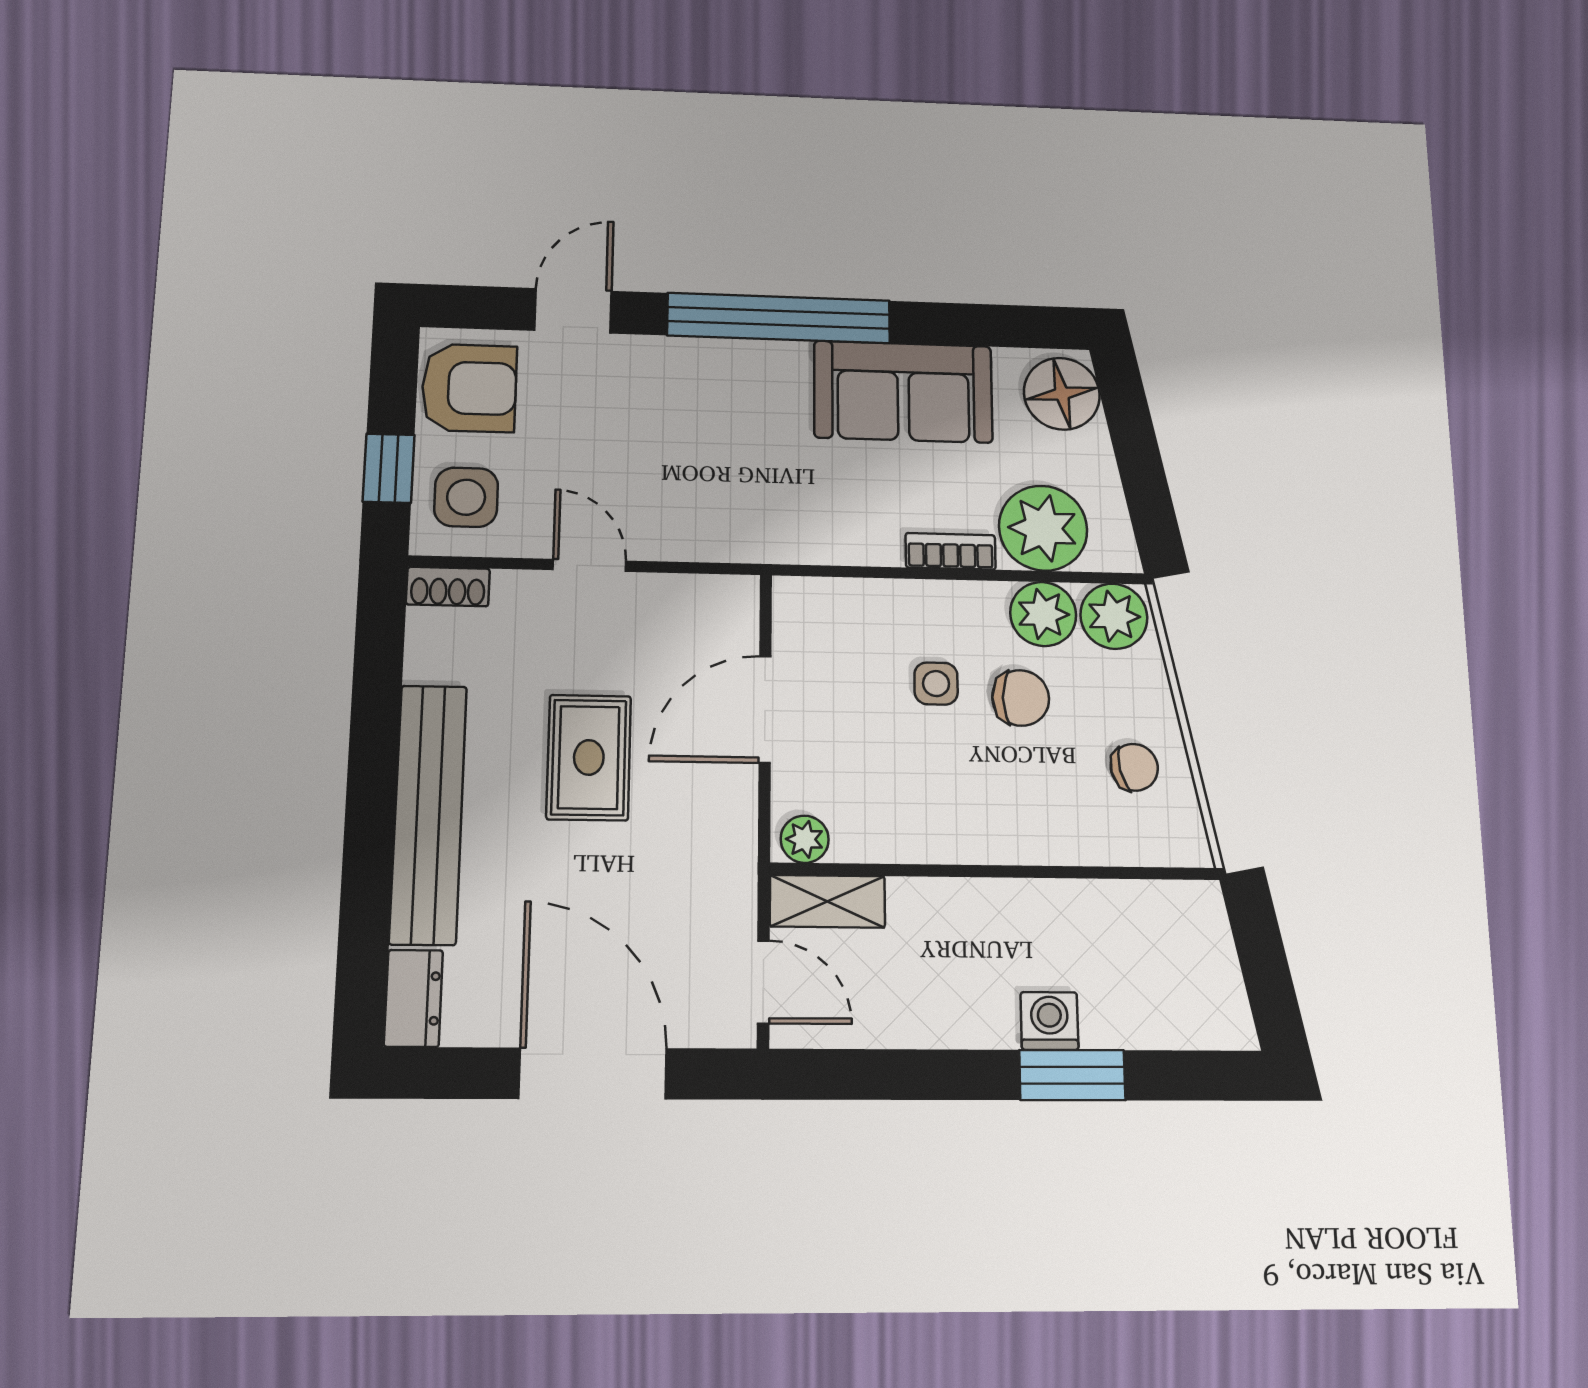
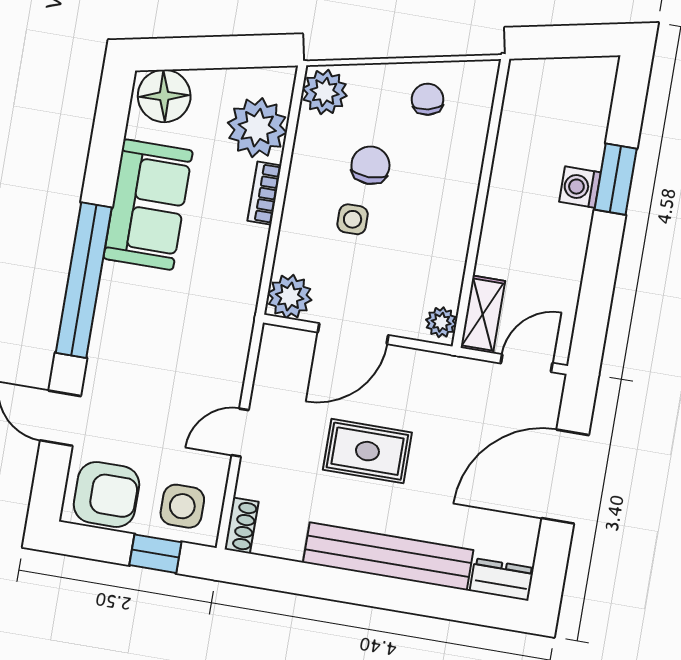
armchair: (469, 388) -> (106, 494), turned 90
plant: (1043, 614) -> (290, 297), moved
door: (765, 709) -> (353, 334), hinge flipped

